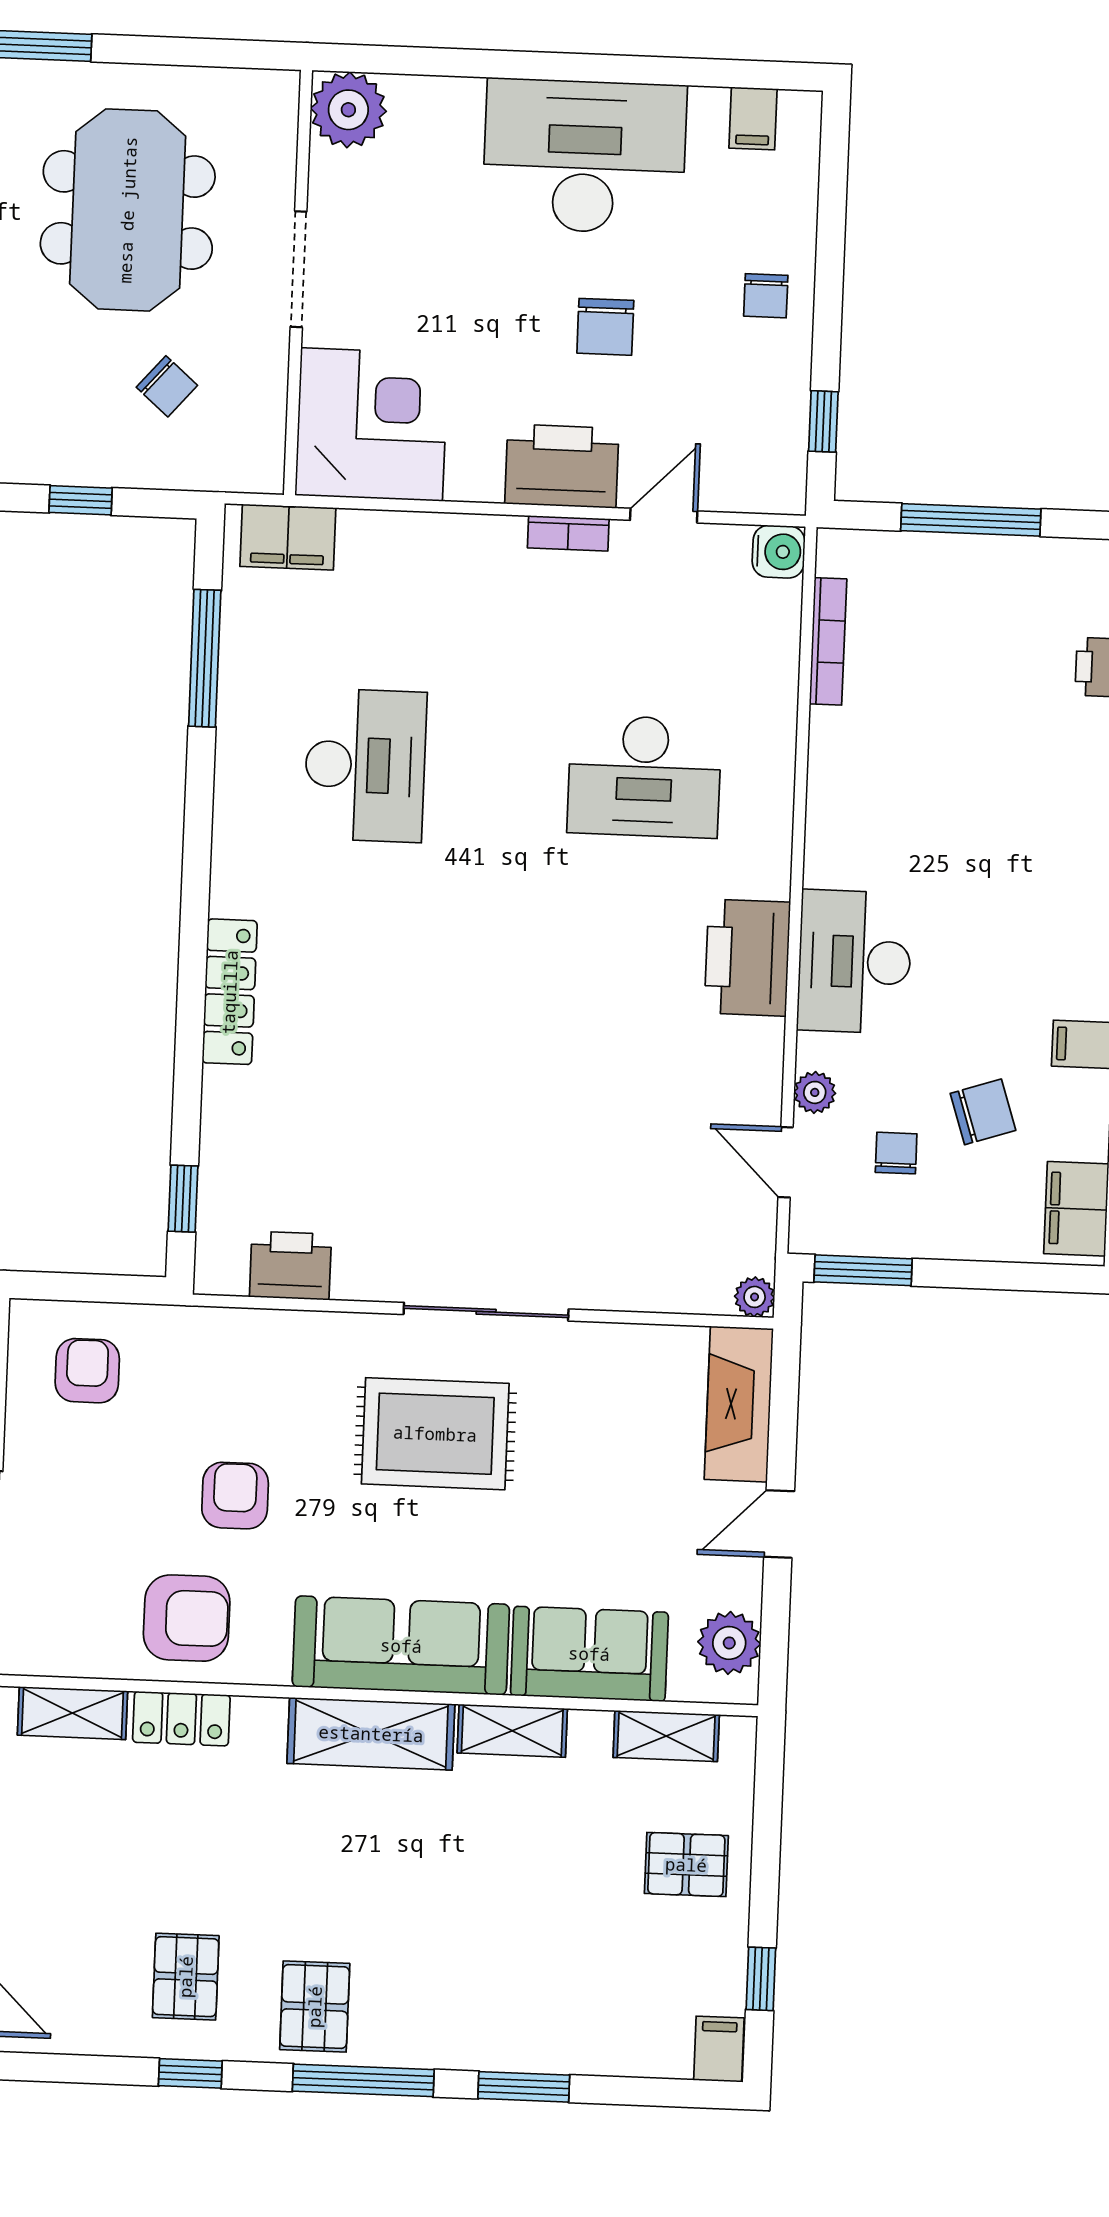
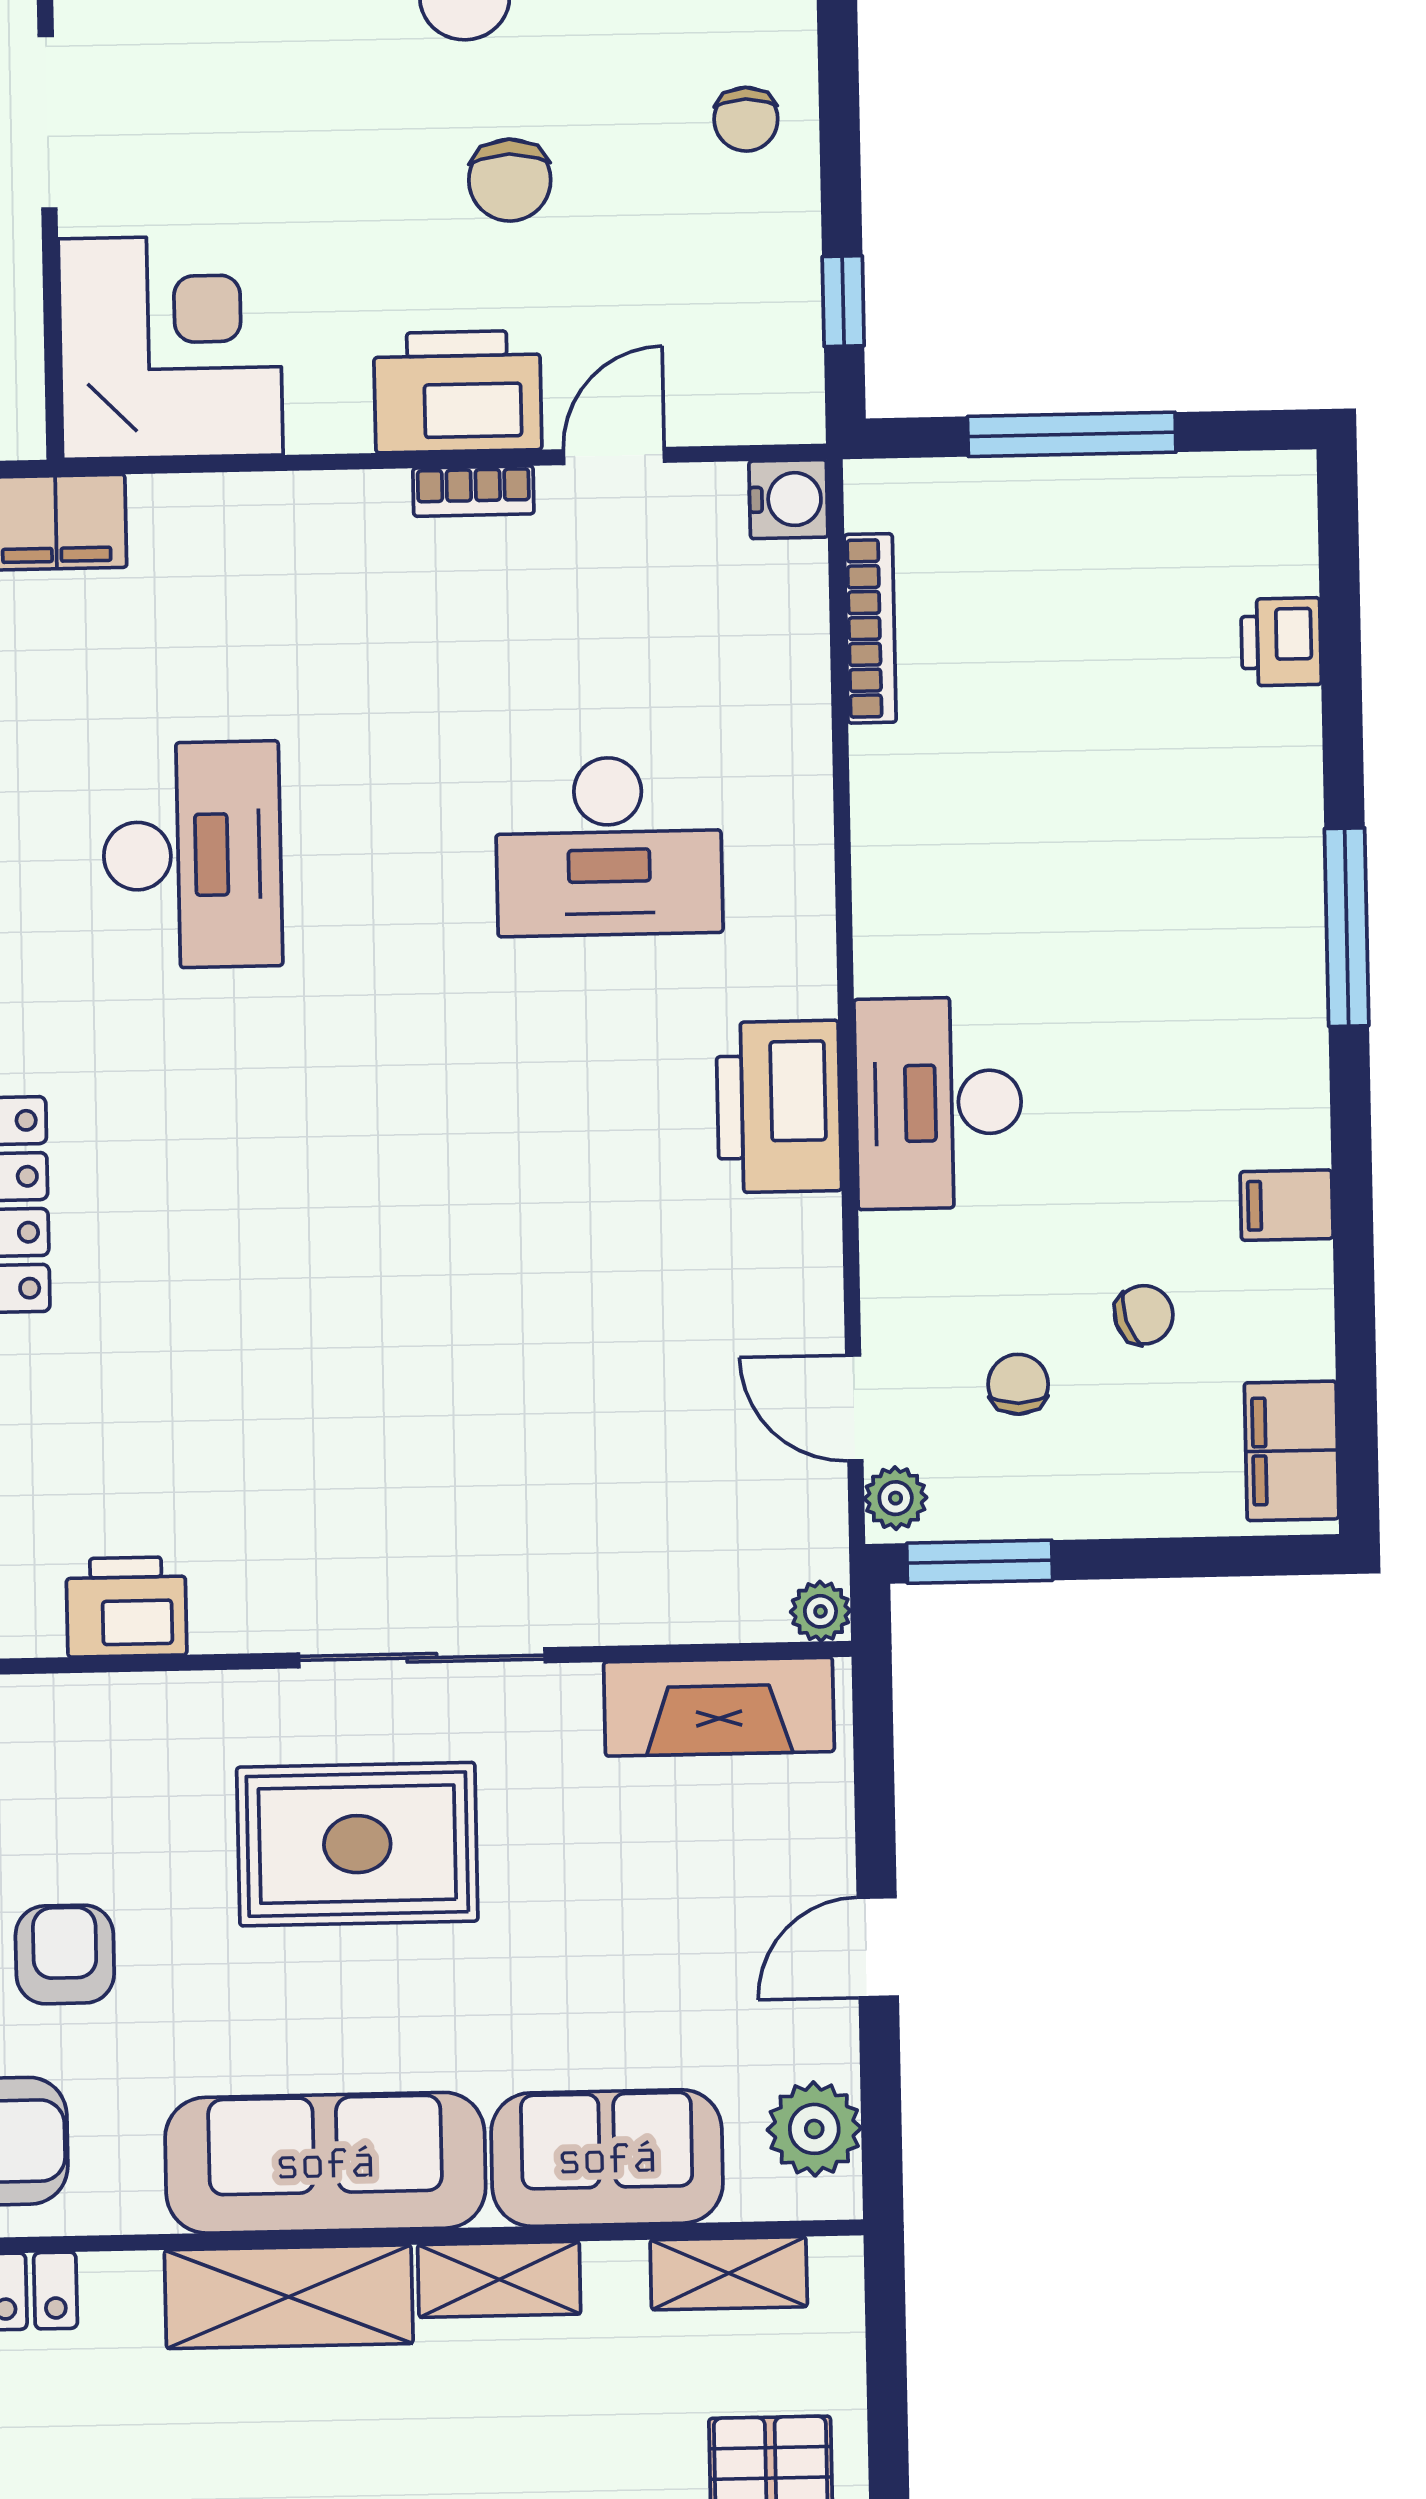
plant: (815, 1092) -> (896, 1498), moved
chair: (983, 1112) -> (1144, 1315), width x0.73, depth x0.73
fireplace: (739, 1404) -> (719, 1707), moved, turned -90

